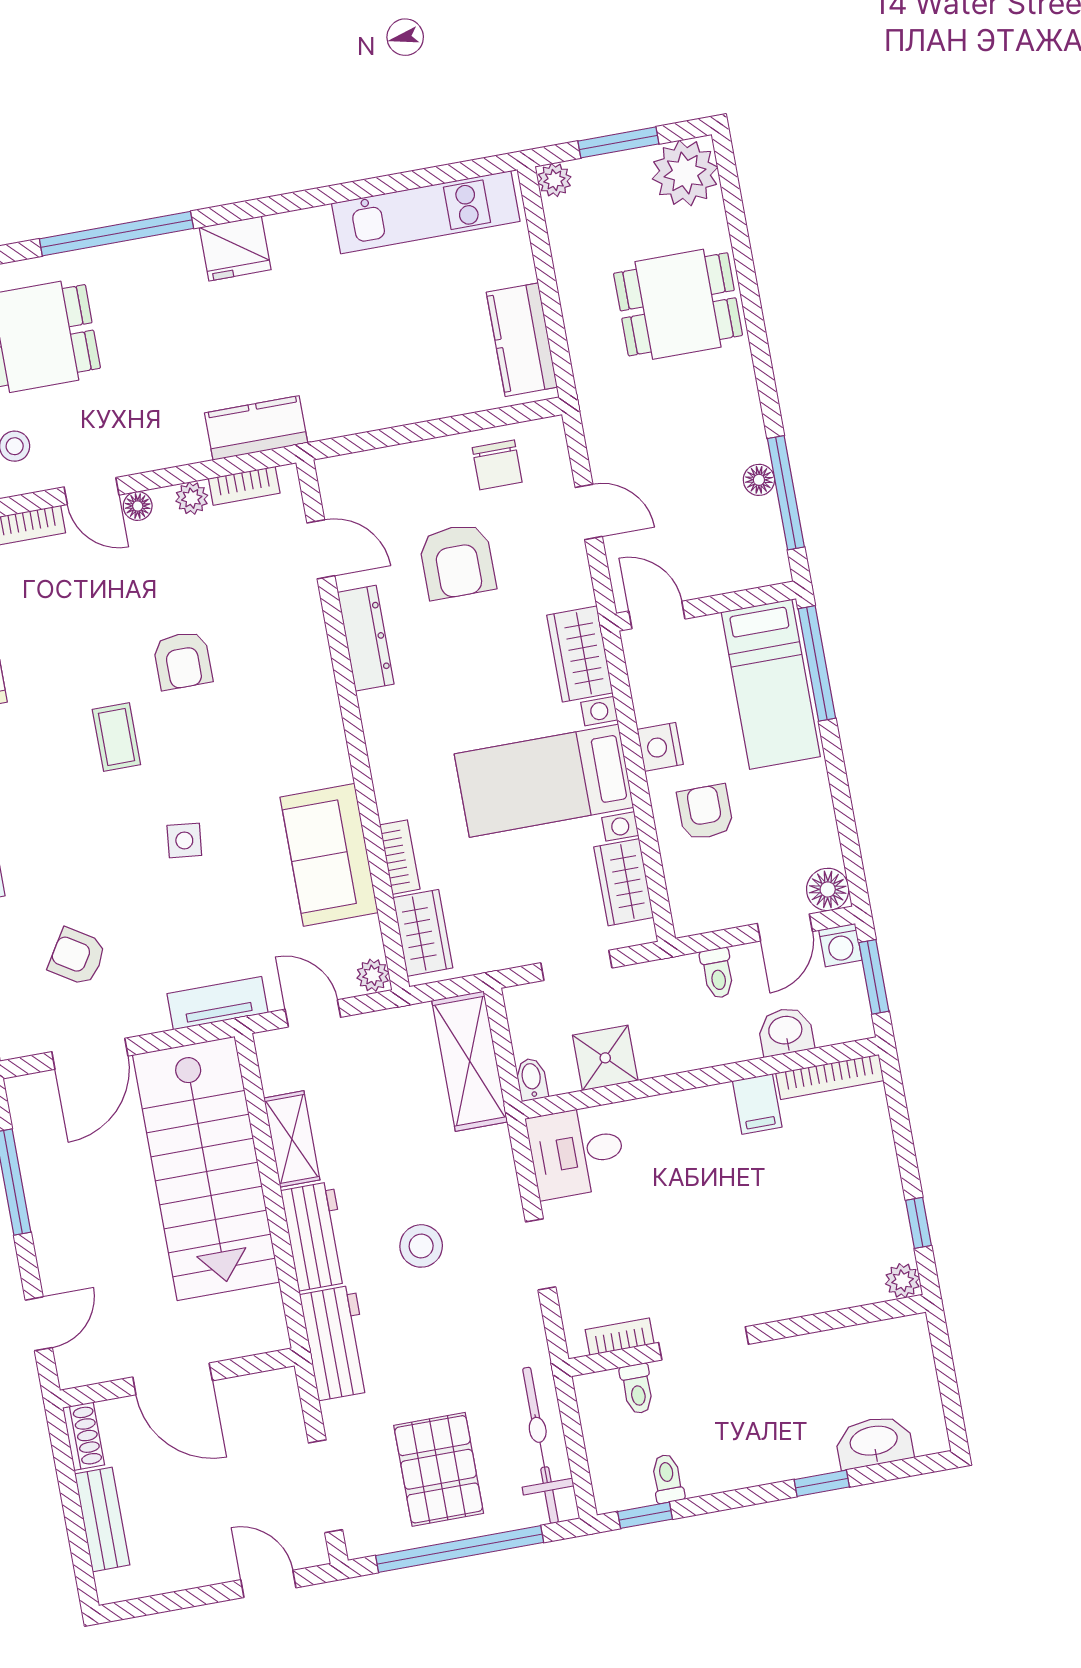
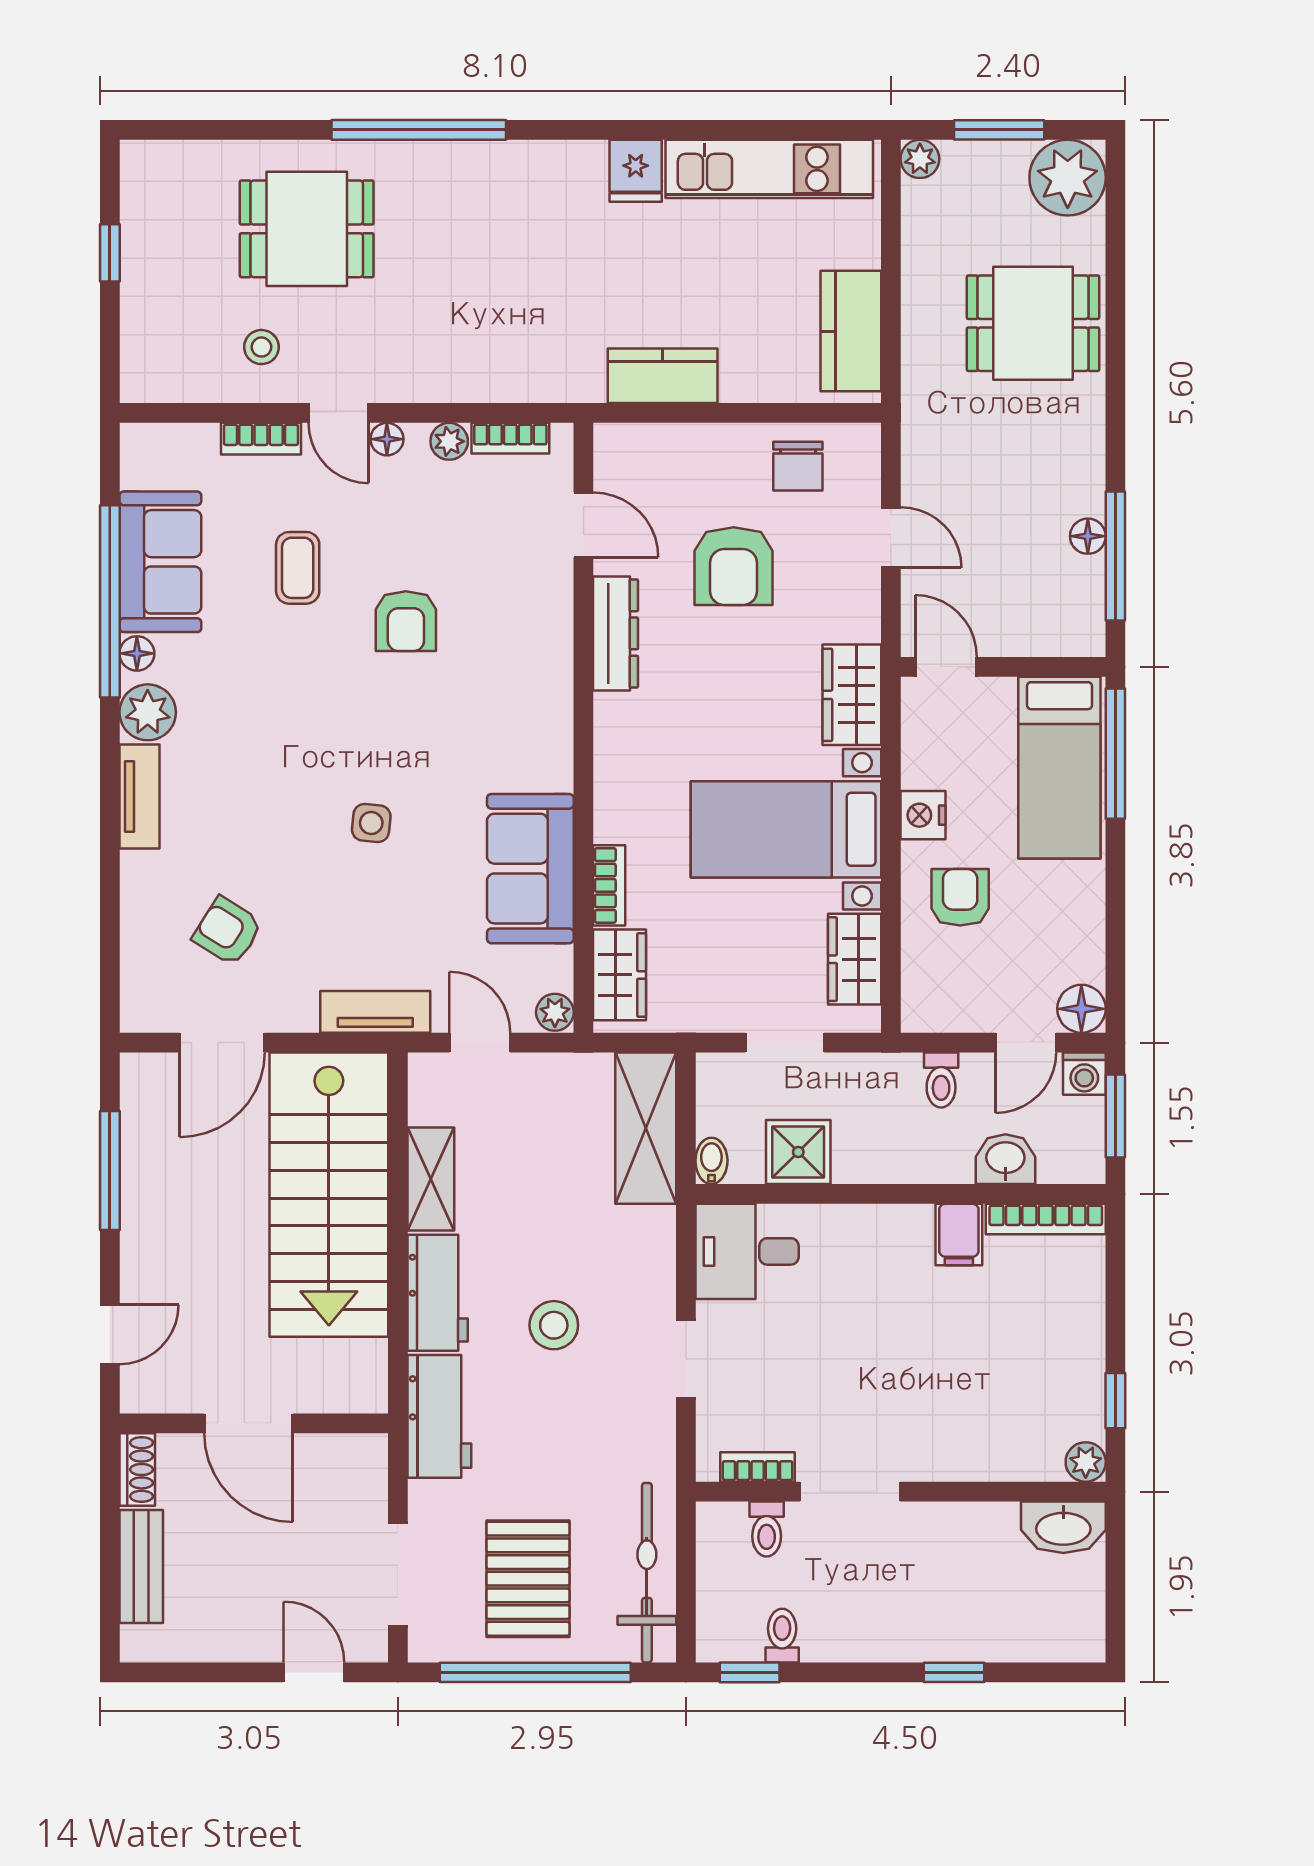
fridge: (235, 249) -> (636, 171), moved, width x0.72
kitchen counter: (256, 428) -> (663, 376), moved
coffee table: (116, 737) -> (298, 568), moved
washbasin: (874, 1442) -> (1063, 1527), moved, turned 180

